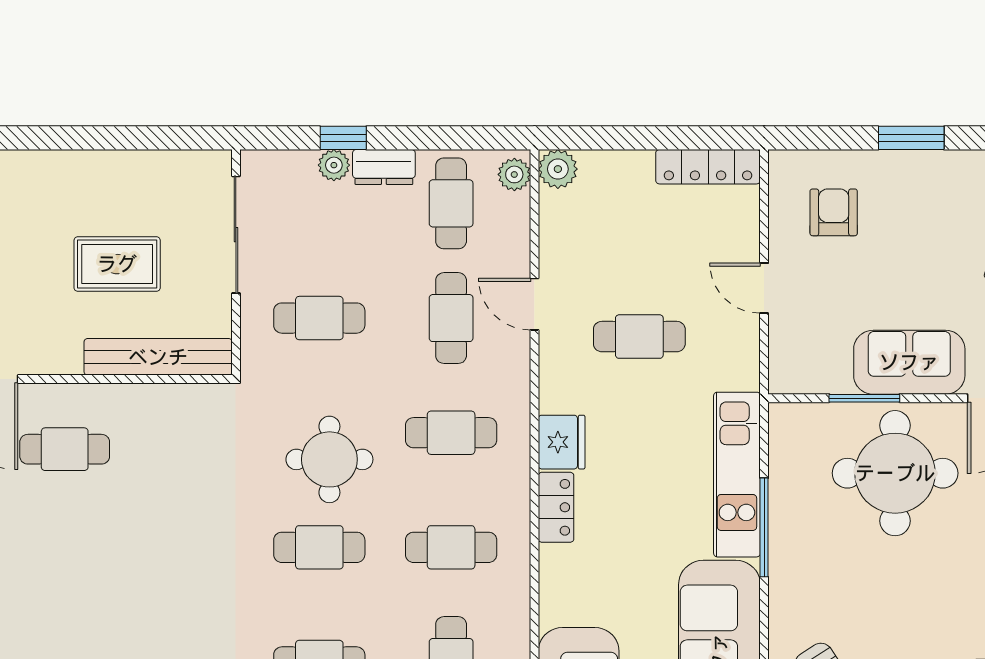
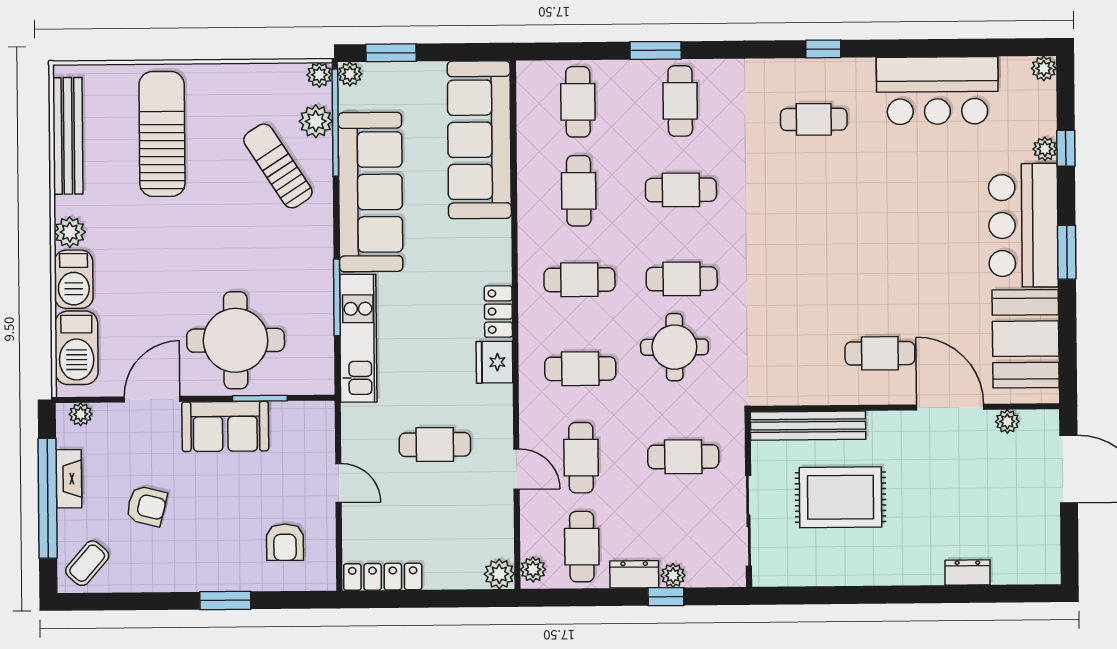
rug: (117, 264) -> (840, 497), width x1.36, depth x1.43

